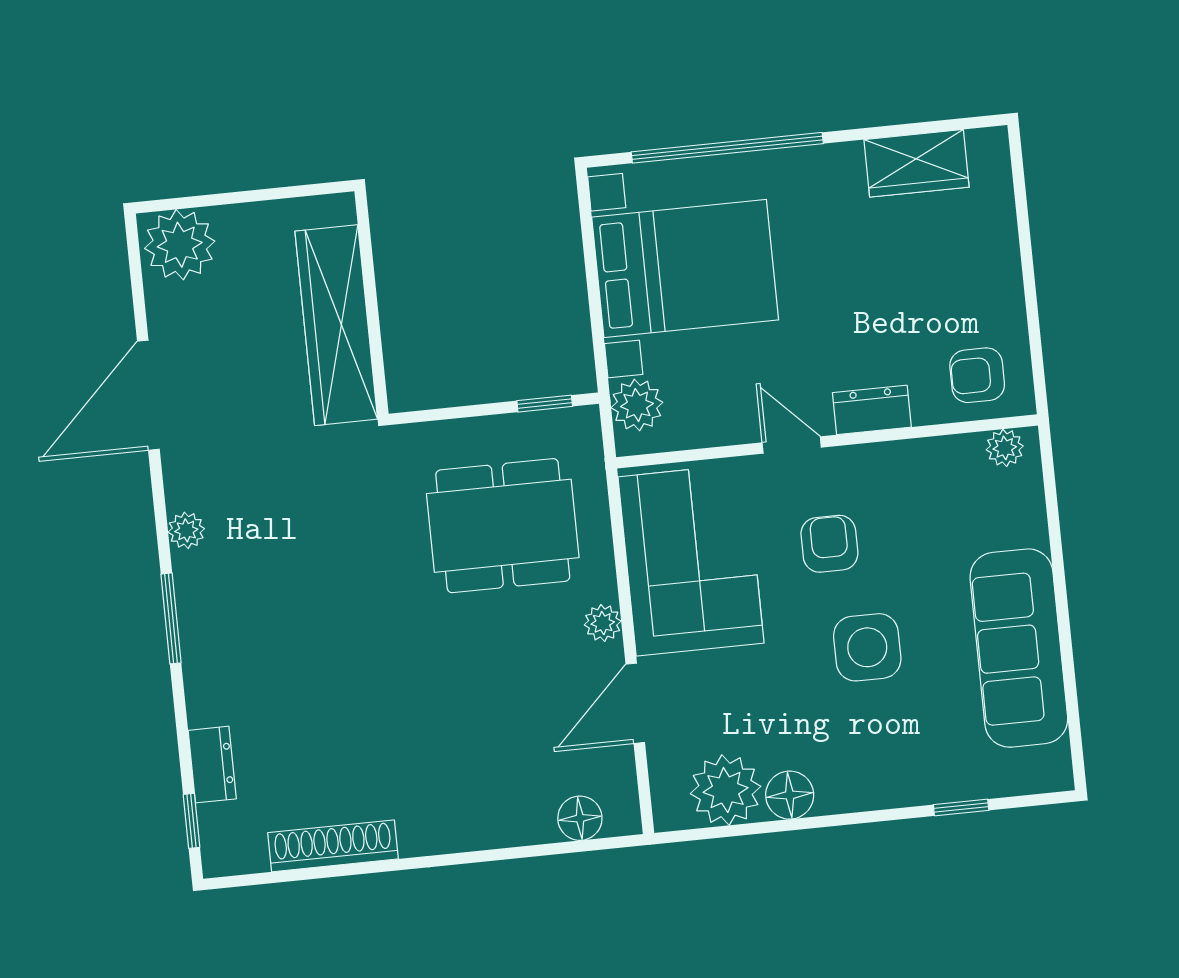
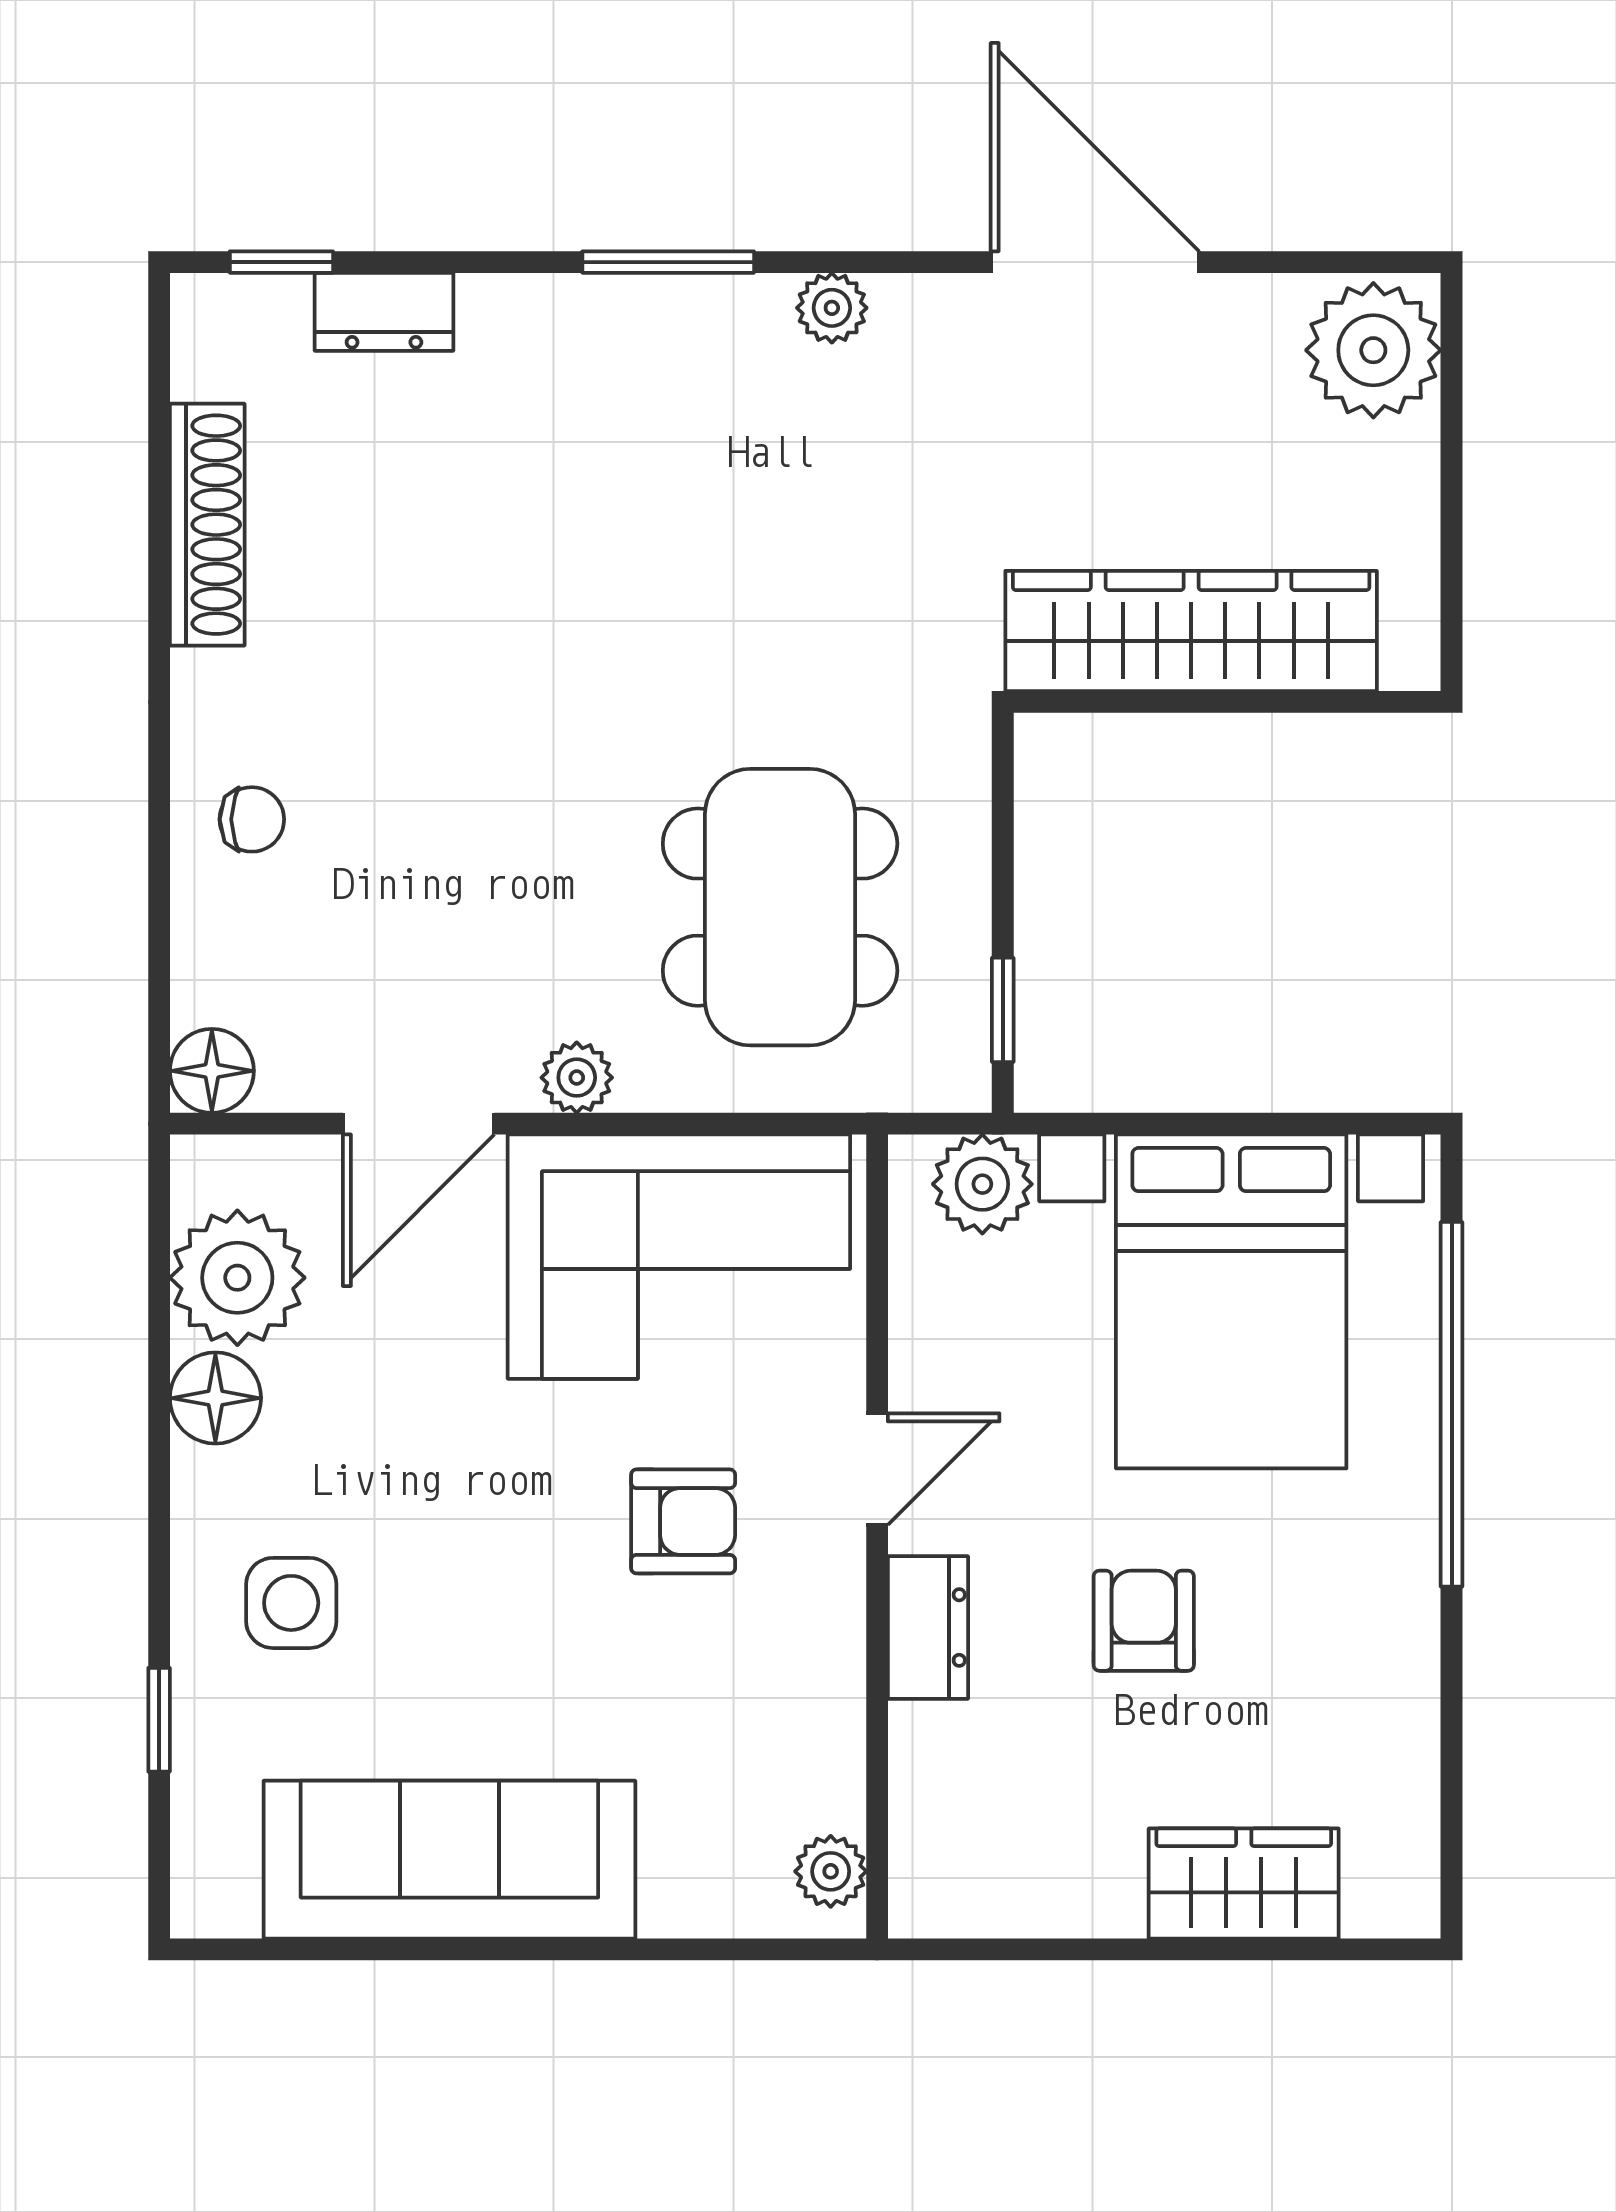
wardrobe: (917, 163) -> (1244, 1884), moved, turned 90
armchair: (977, 375) -> (1144, 1621), moved
side table: (867, 647) -> (291, 1603), moved, width x0.73, depth x0.73
door: (635, 703) -> (419, 1124), swing flipped
chair: (485, 807) -> (252, 819), added
floor lamp: (580, 818) -> (212, 1071), moved

